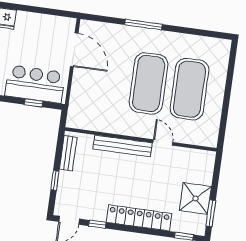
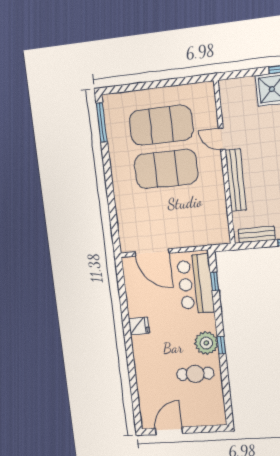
window: (143, 25) -> (102, 122), moved
door: (74, 50) -> (152, 252), swing flipped
door: (163, 142) -> (222, 139), hinge flipped

